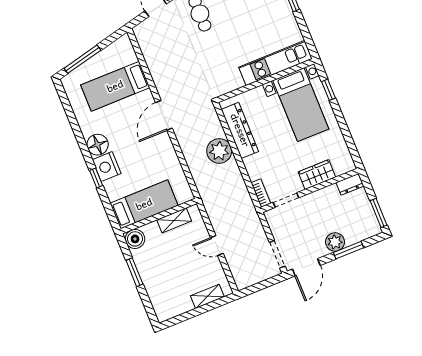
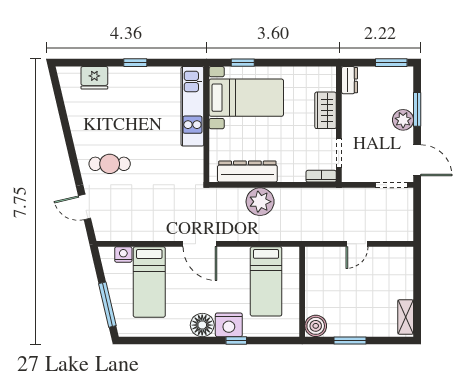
nightstand: (129, 56) -> (123, 254), added
bed: (144, 204) -> (266, 281), moved, turned 180
shelving: (174, 220) -> (313, 278), removed
shelving: (207, 296) -> (406, 317), moved

